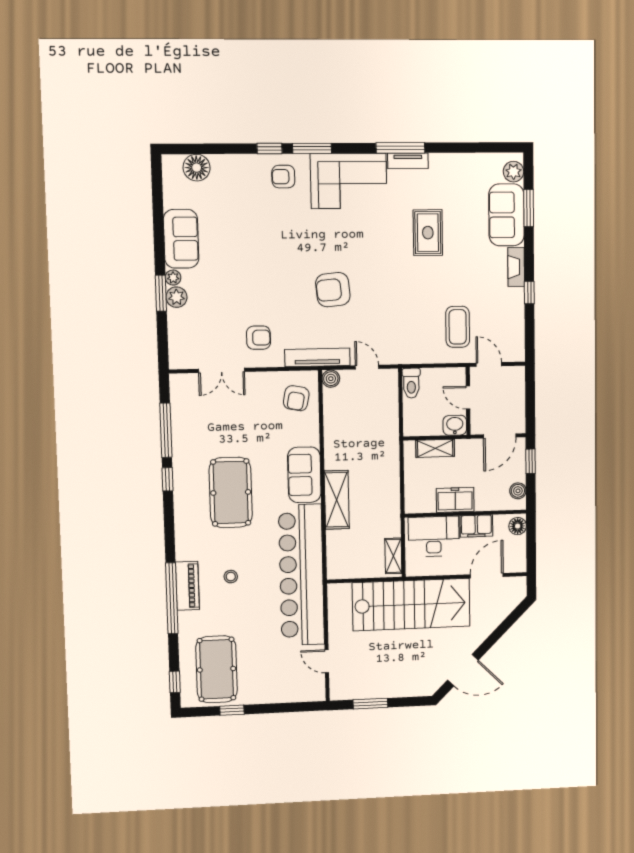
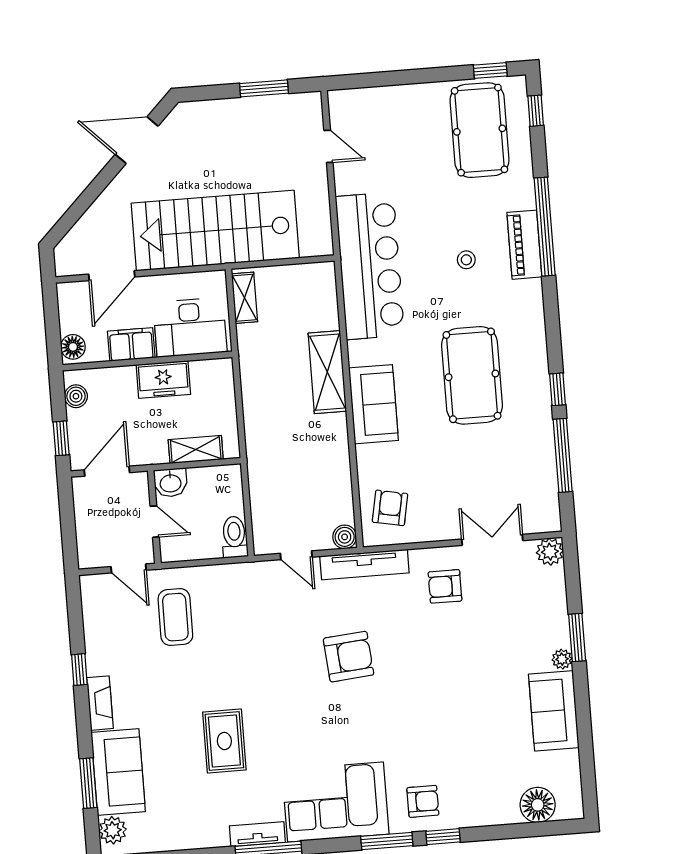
plant: (177, 297) -> (550, 552), moved
bar counter: (302, 575) -> (370, 266), width x0.73
window: (232, 710) -> (490, 71), moved

